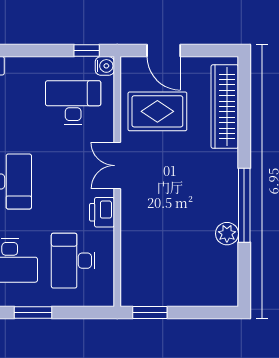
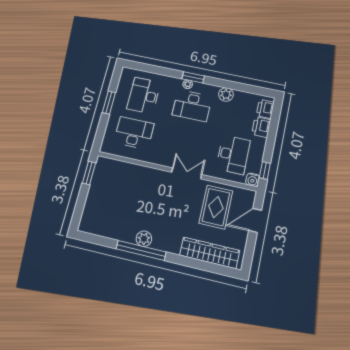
printer: (102, 212) -> (261, 127), moved, turned -90
plant: (227, 234) -> (144, 239), moved

